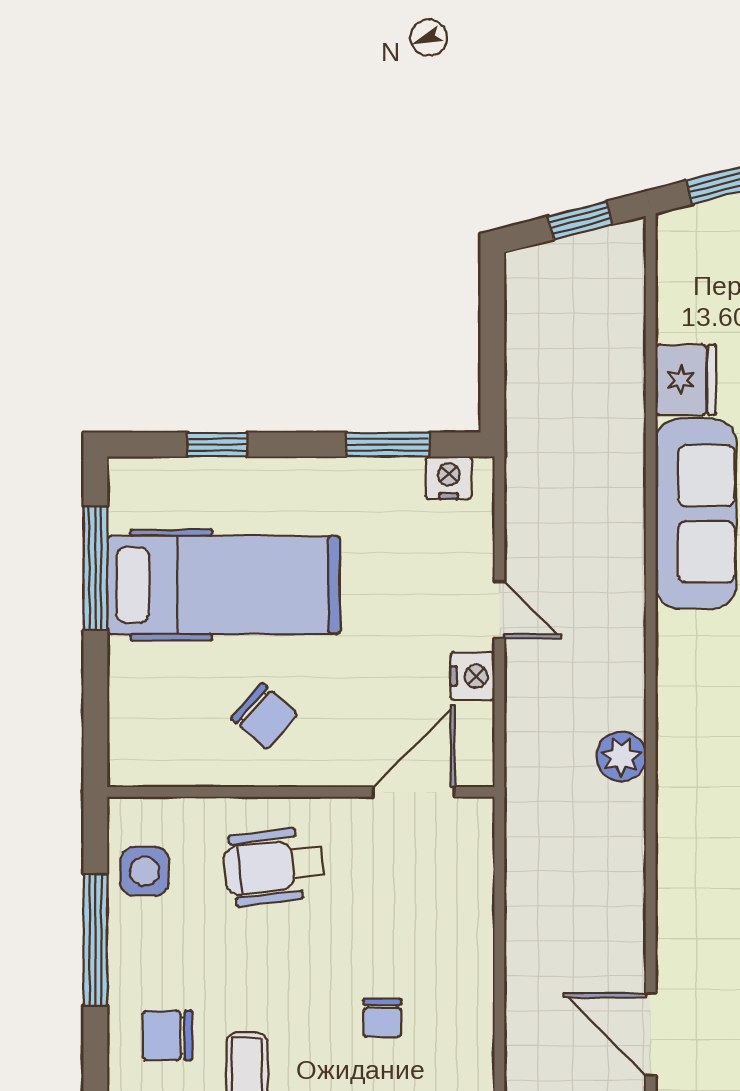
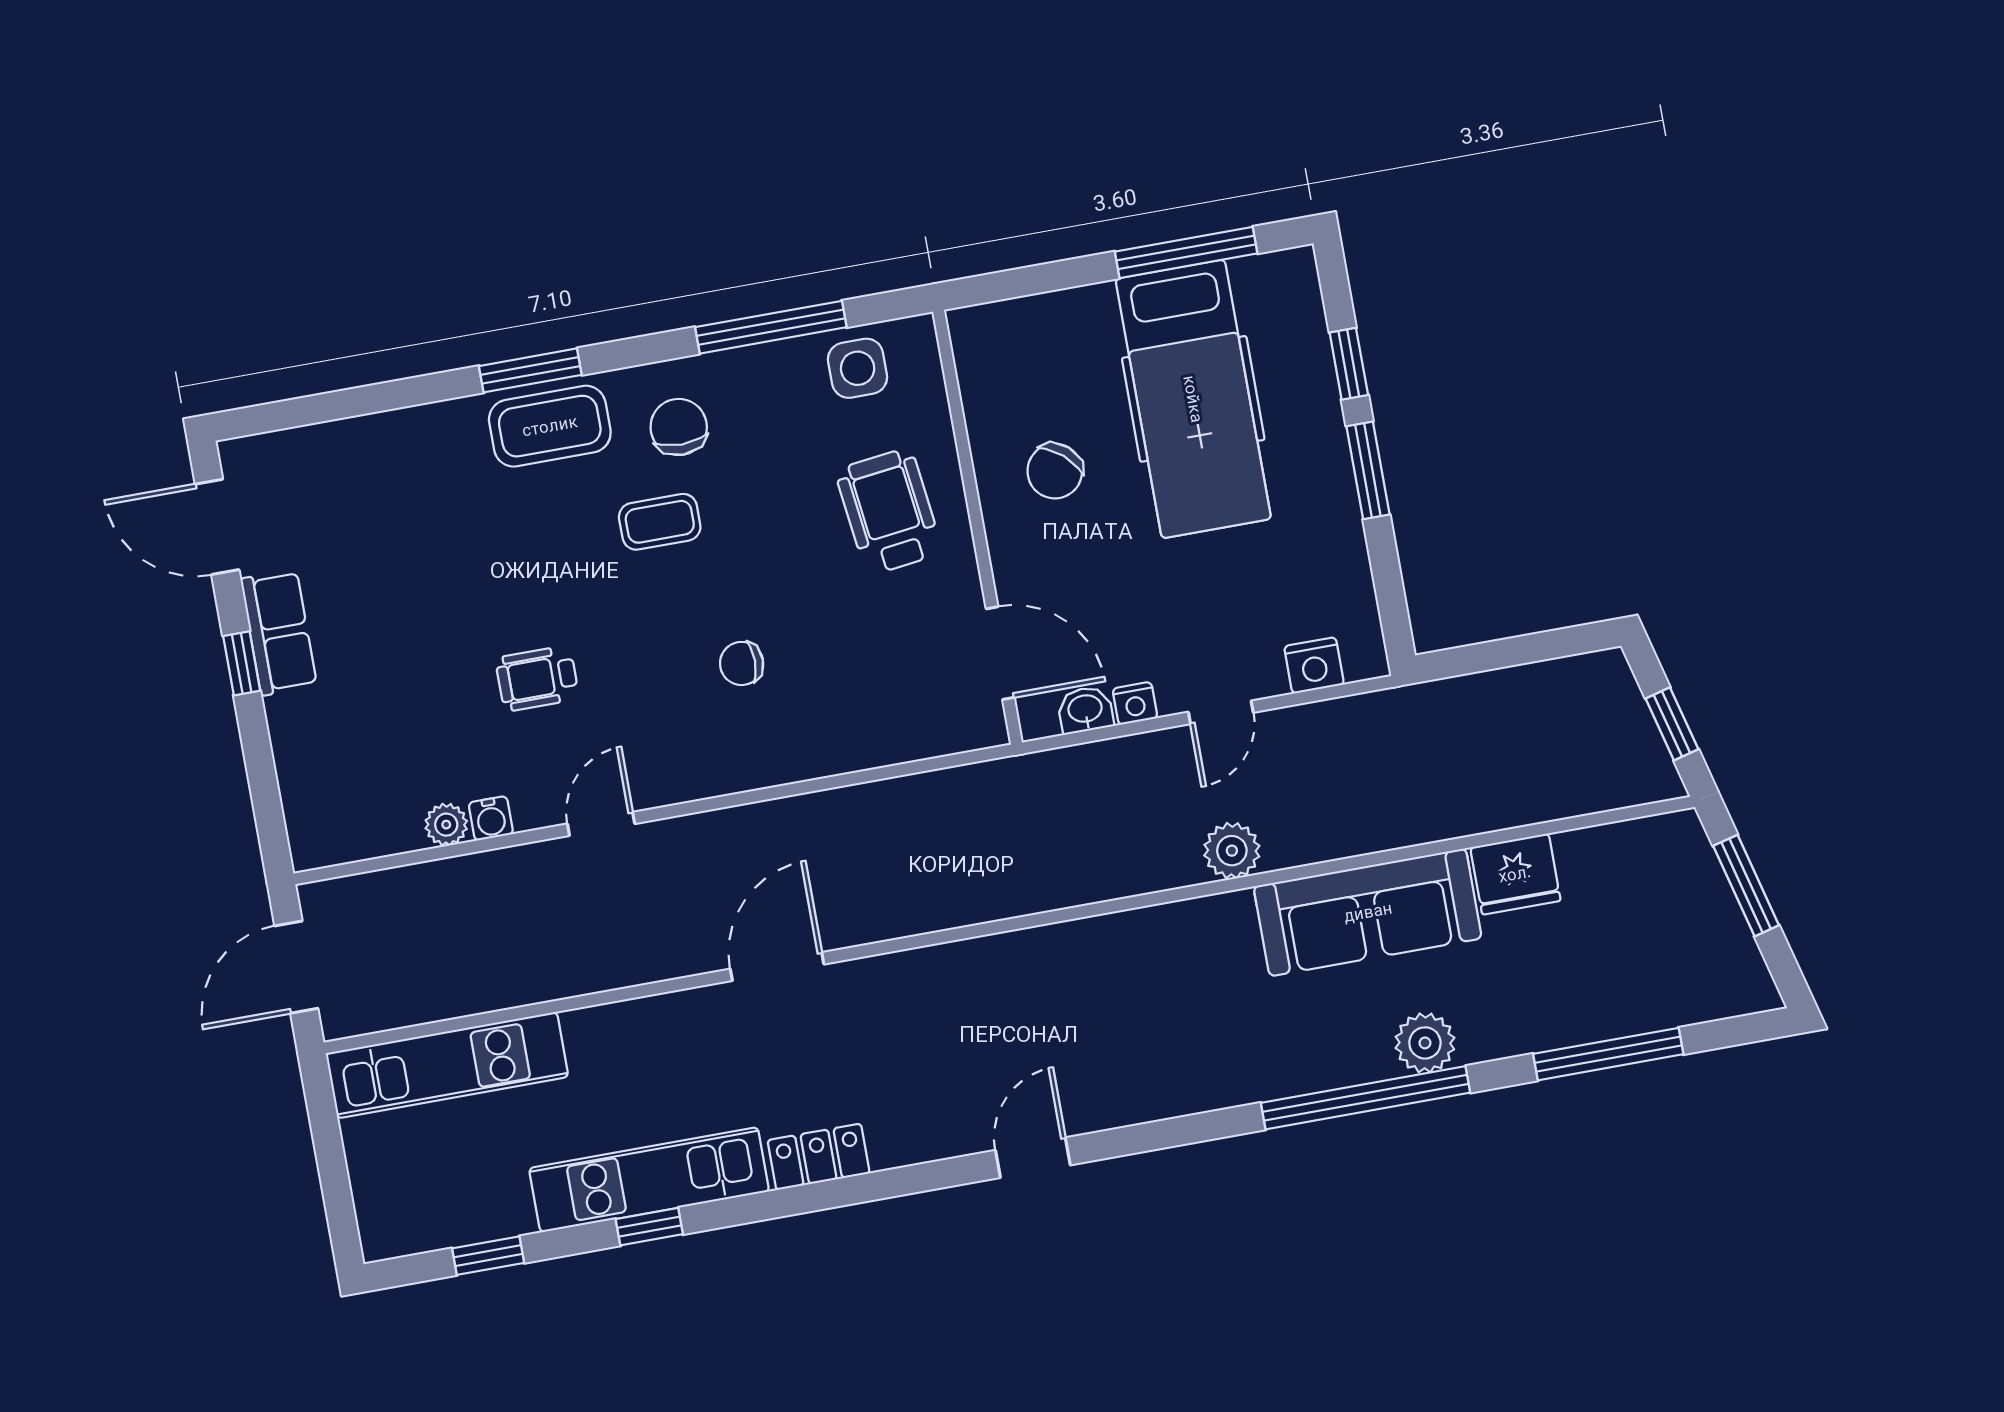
window: (387, 445) -> (1368, 470), moved
nightstand: (449, 478) -> (1314, 665), moved, turned 90
nightstand: (473, 676) -> (1135, 703), width x0.72, depth x0.74
washbasin: (476, 727) -> (1085, 710), added
plant: (621, 757) -> (1232, 851), moved

